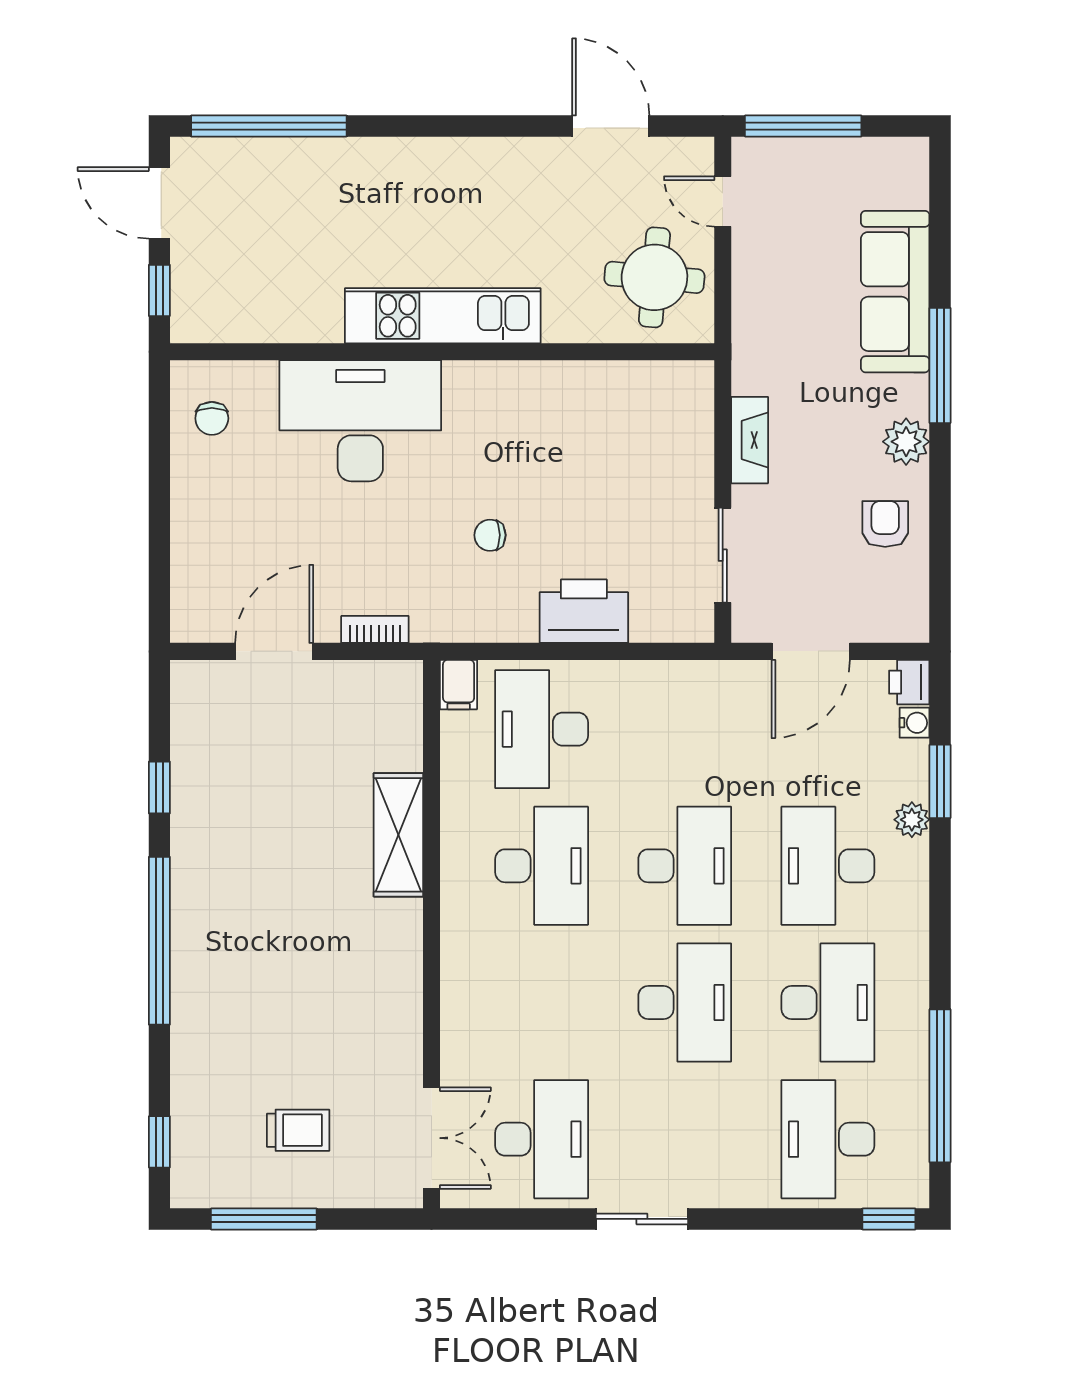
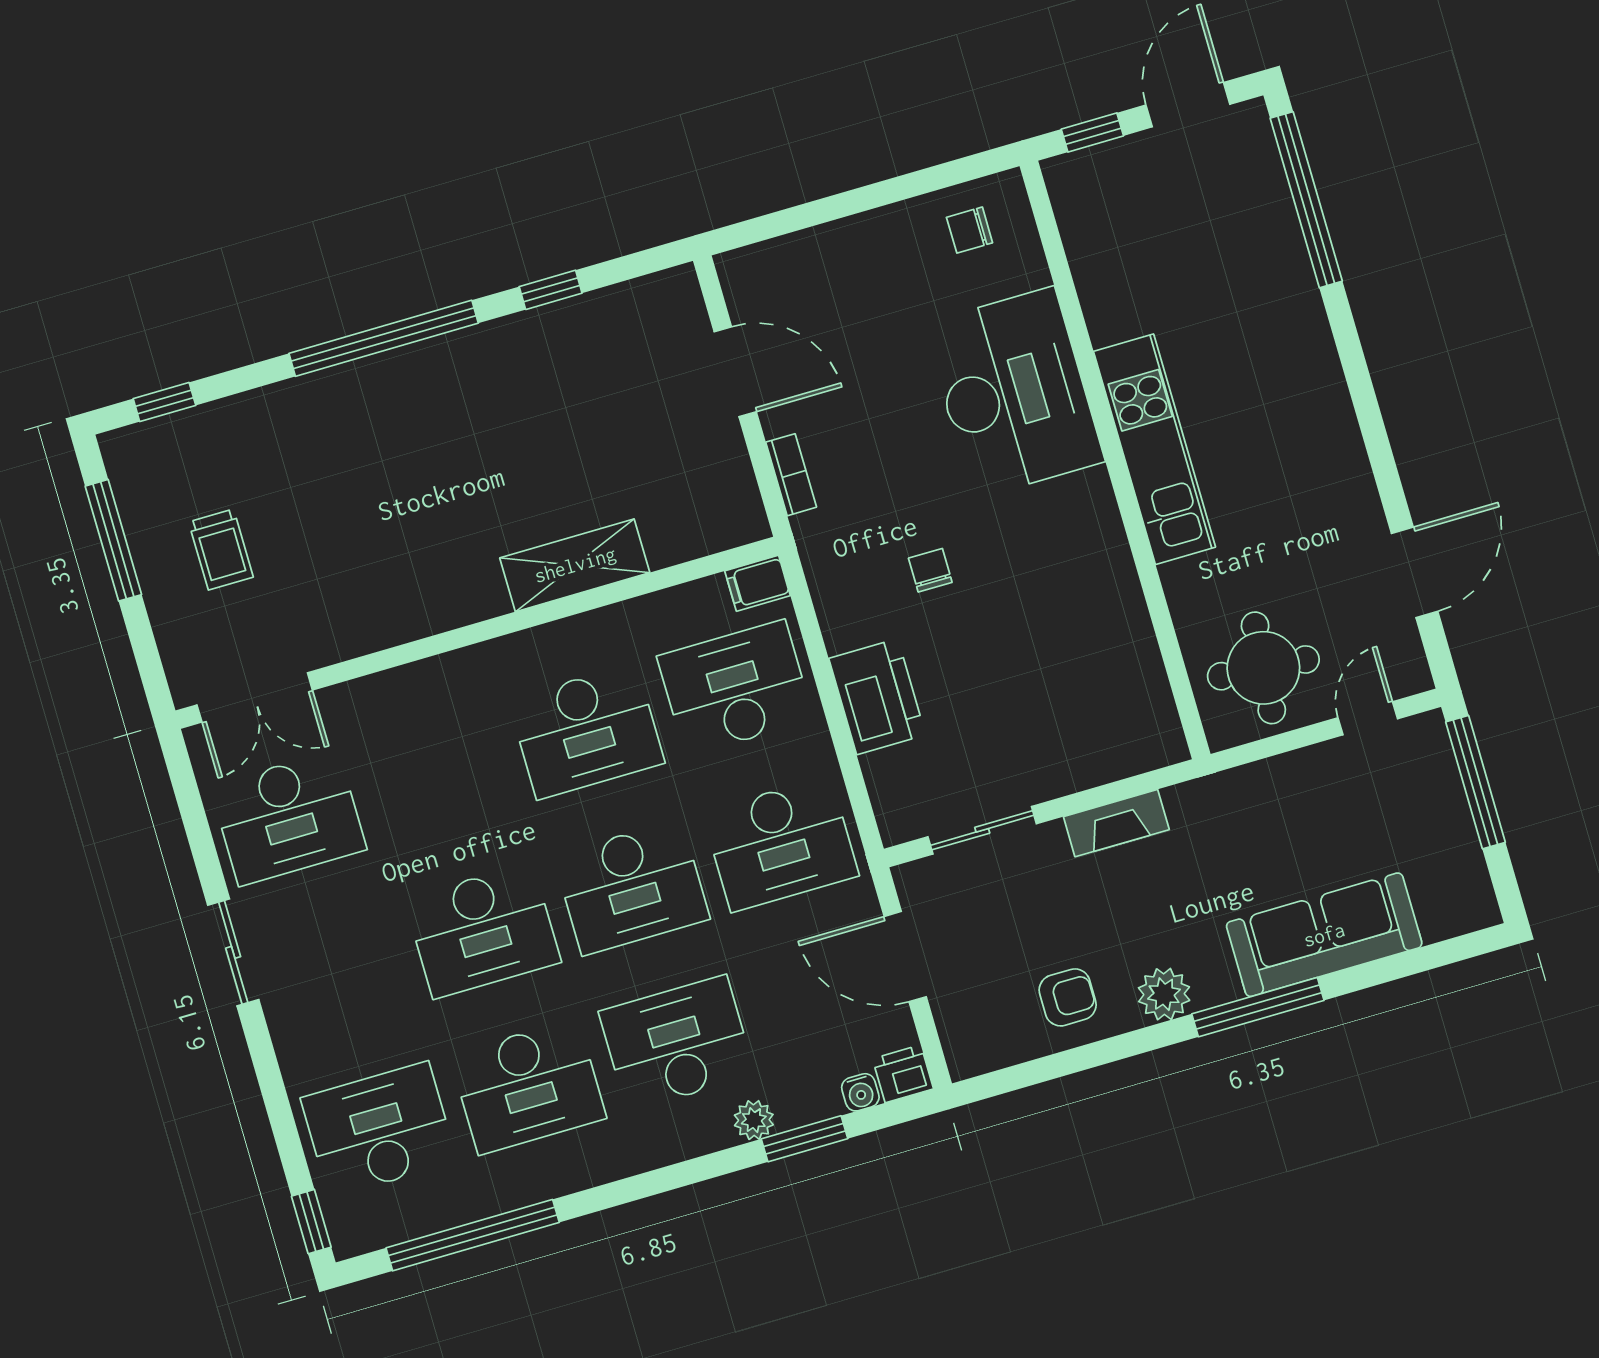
desk: (685, 729) -> (781, 844), added

